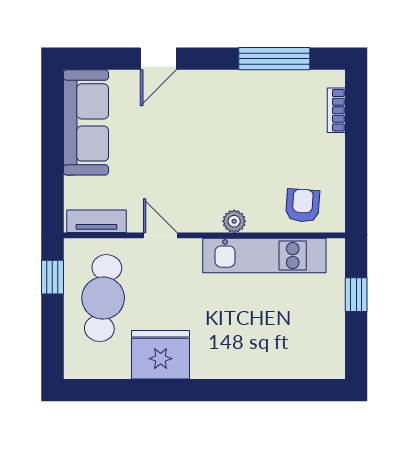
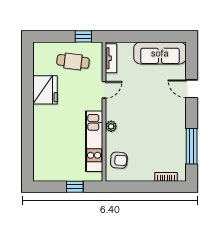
cafe table: (103, 298) -> (73, 61), width x0.73, depth x0.74

